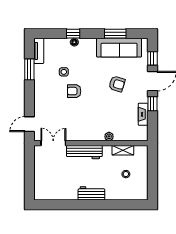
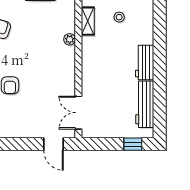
workbench: (84, 152) -> (145, 104), moved, turned 180
window: (29, 184) -> (133, 144), added

